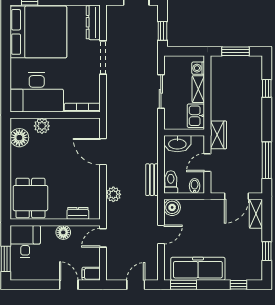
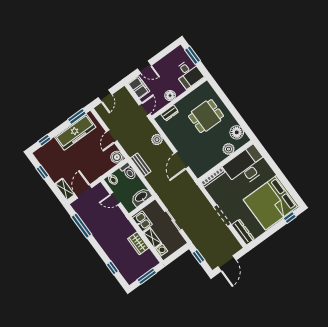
wardrobe: (218, 135) -> (138, 243), moved
door: (103, 152) -> (182, 160), swing flipped
door: (207, 163) -> (115, 199), swing flipped
dining table: (30, 198) -> (206, 116), moved, turned 90
filing cabinet: (91, 274) -> (139, 87), width x2.00

